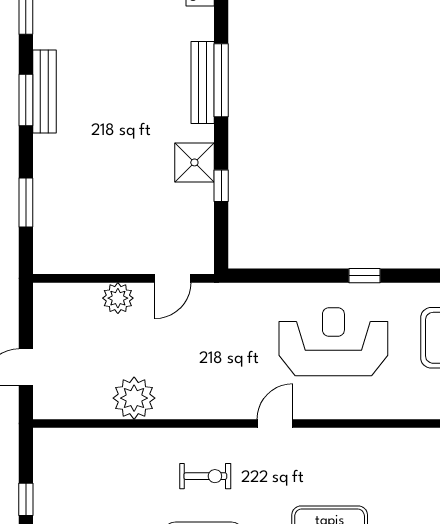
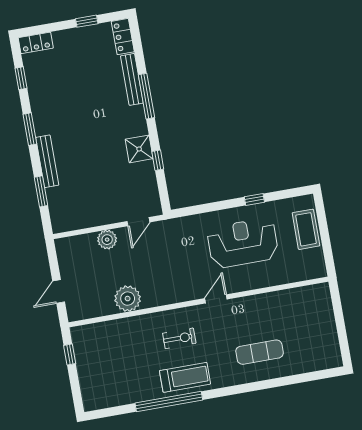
bench: (203, 83) -> (132, 79), moved
bench: (44, 92) -> (47, 161), moved
window: (26, 499) -> (70, 354), moved

